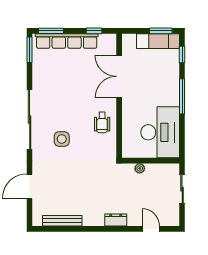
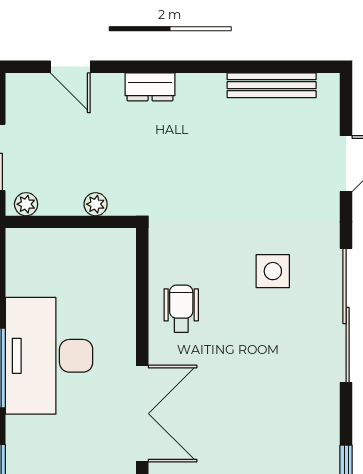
desk: (160, 132) -> (49, 356), moved
plant: (170, 168) -> (26, 204), added

